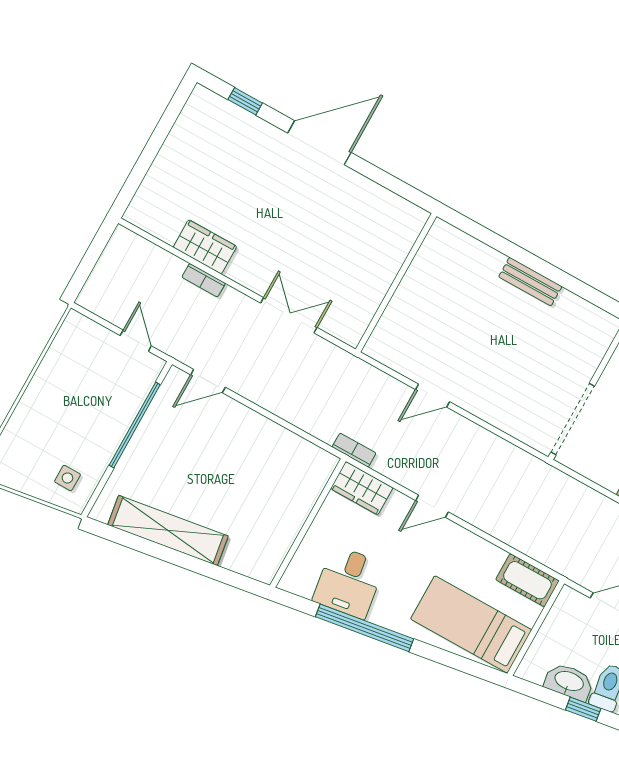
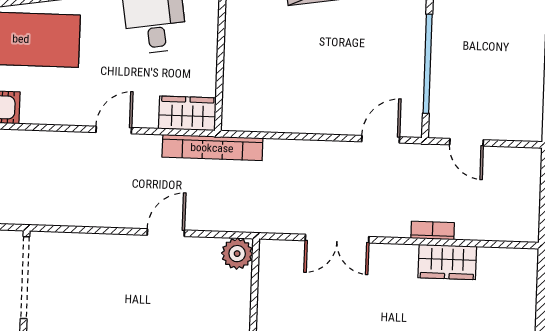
plant: (381, 346) -> (237, 254), added
bookcase: (354, 450) -> (212, 148), width x2.31, depth x1.31

